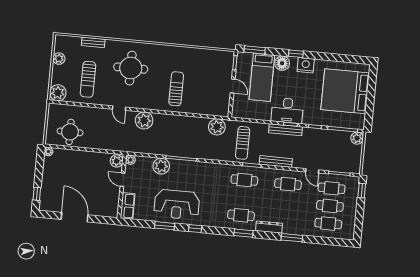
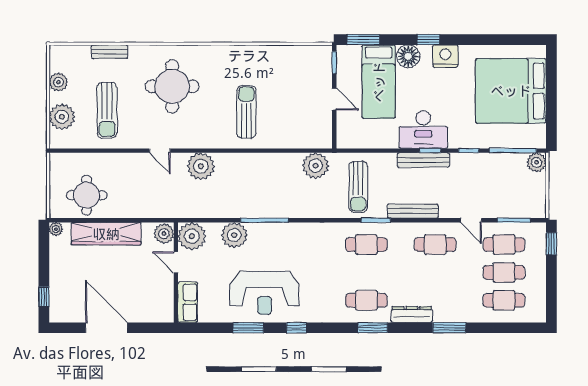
plant: (58, 93) -> (62, 117), moved
wardrobe: (80, 157) -> (106, 234), added
plant: (130, 160) -> (192, 236), width x1.88, depth x1.88

